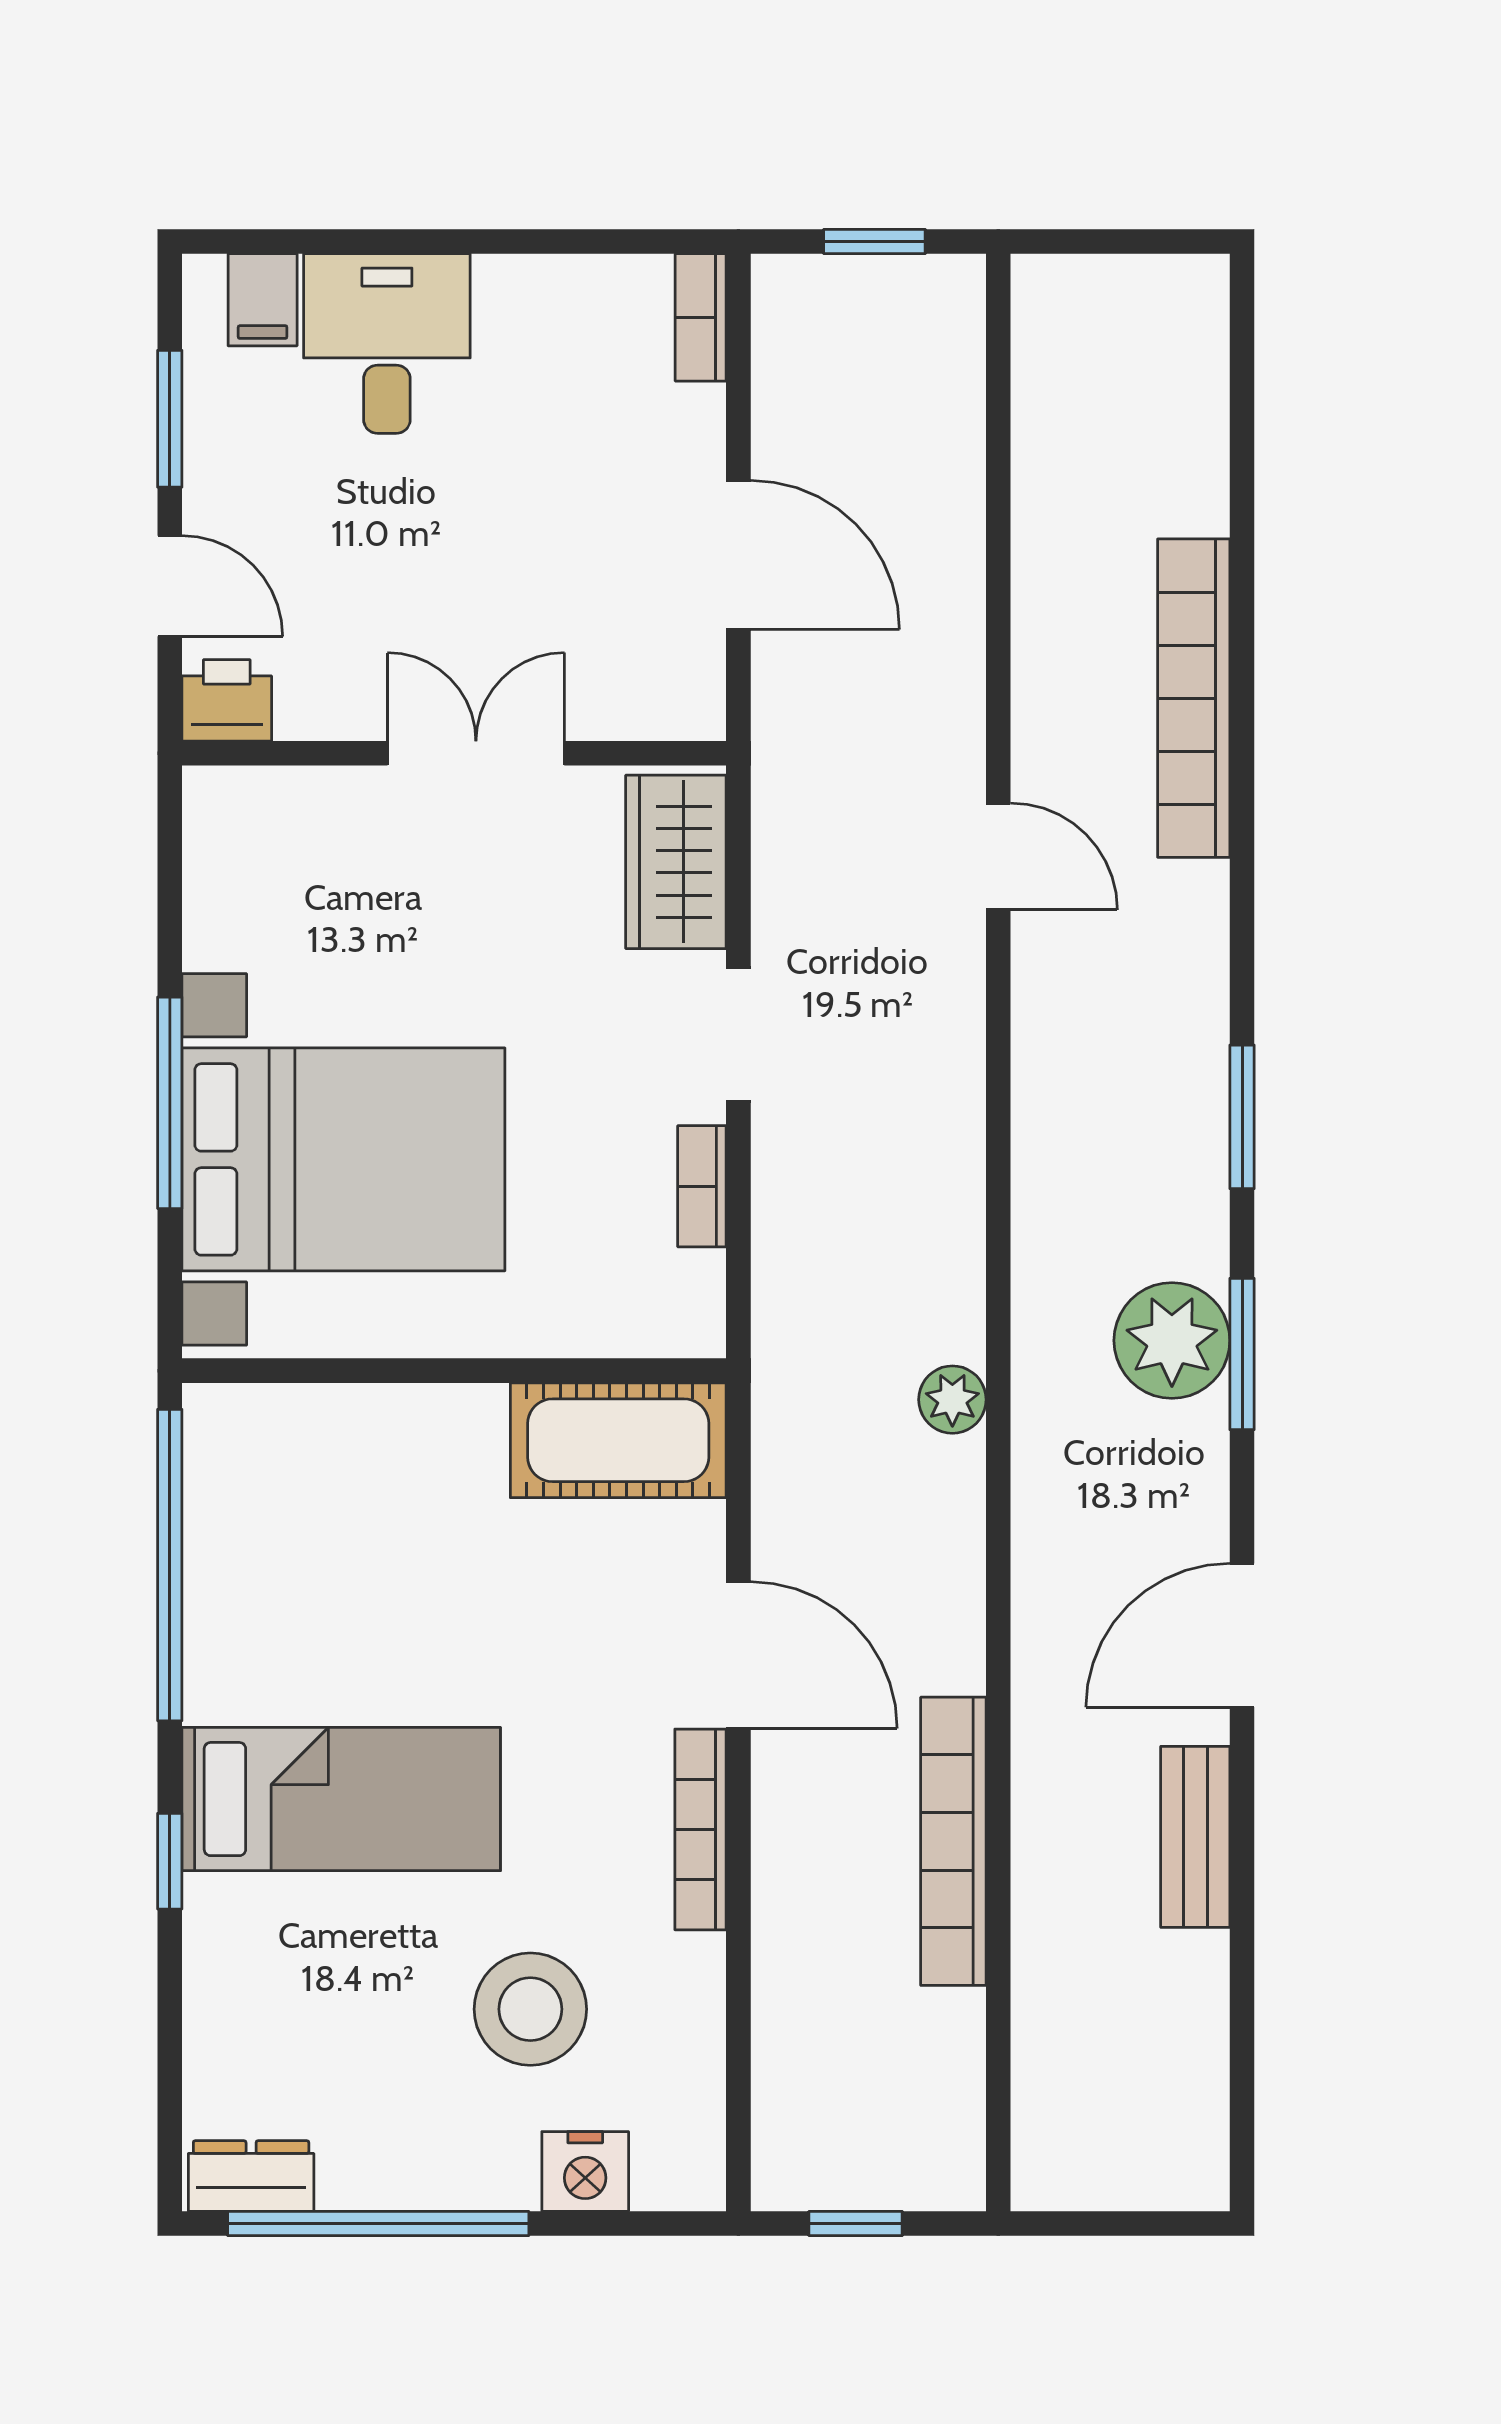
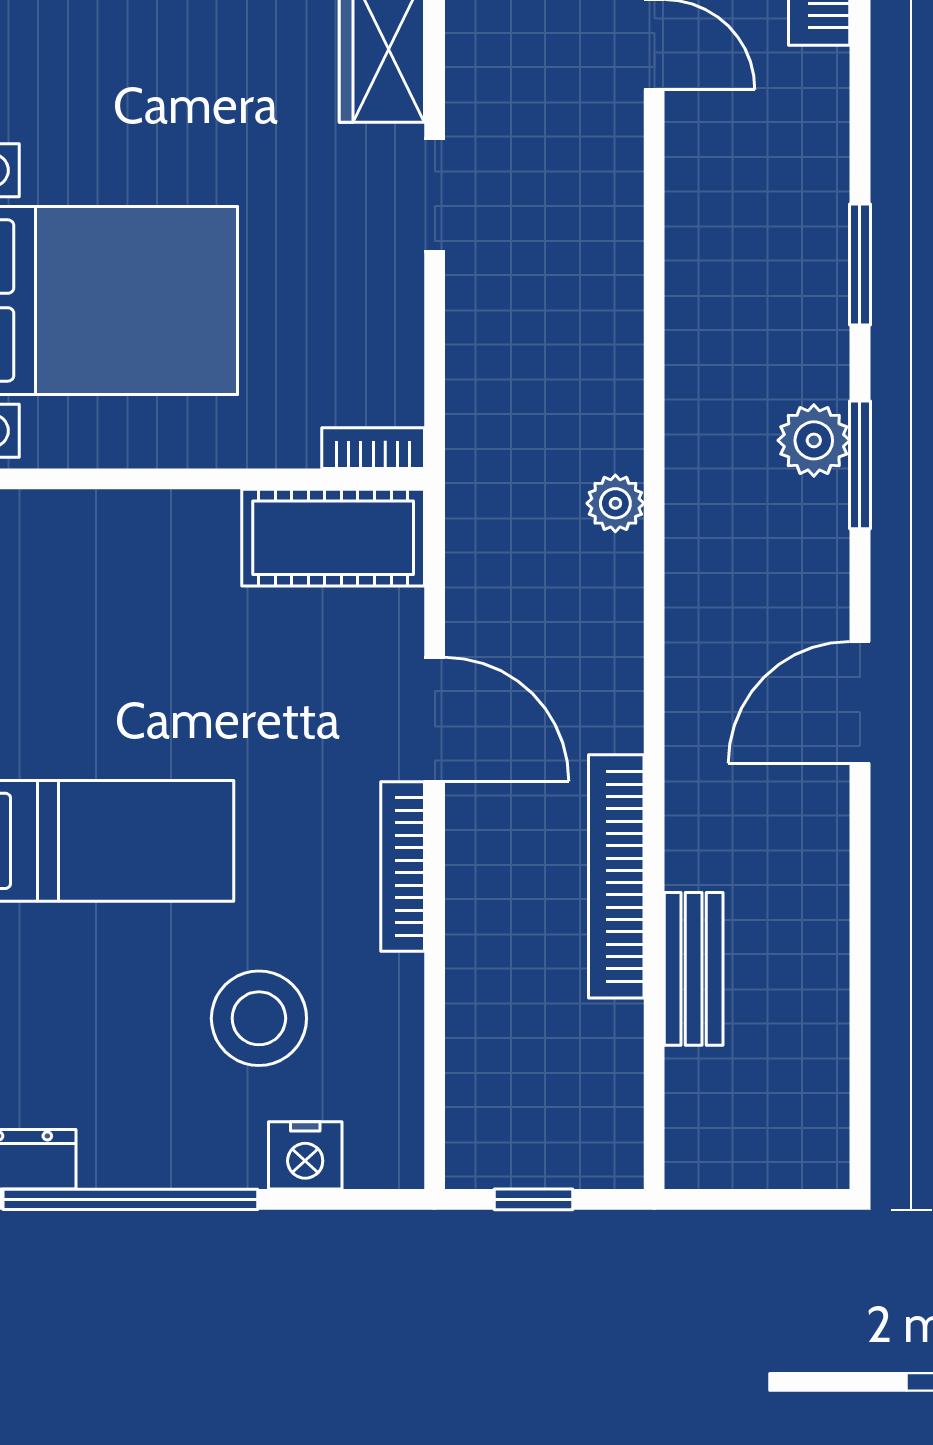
bookcase: (702, 1186) -> (373, 448), moved, turned 90
plant: (1172, 1340) -> (814, 440), width x0.73, depth x0.73
bench: (1195, 1837) -> (694, 969), moved

